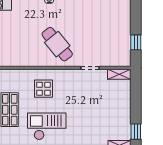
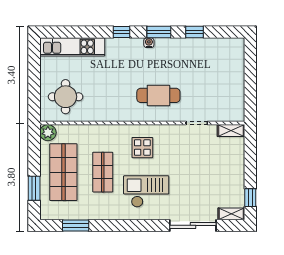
window: (136, 42) -> (250, 93), removed
cafe table: (57, 44) -> (158, 95), turned -51

